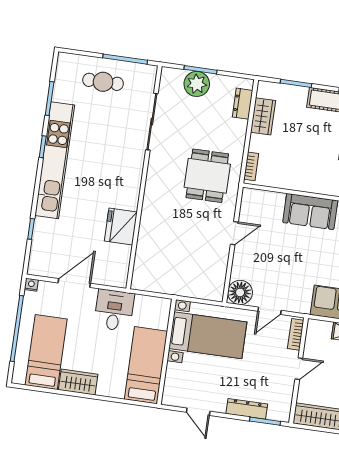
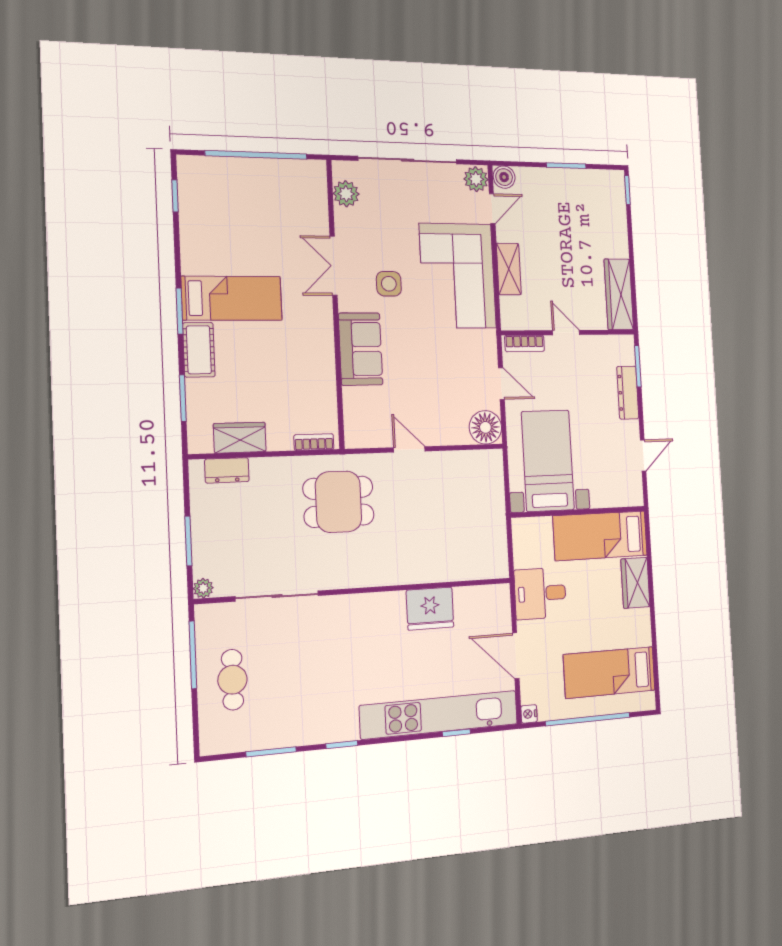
plant: (197, 84) -> (203, 588), moved, width x0.53, depth x0.53
kitchen unit: (55, 160) -> (439, 715), moved
wardrobe: (78, 382) -> (635, 583), moved

